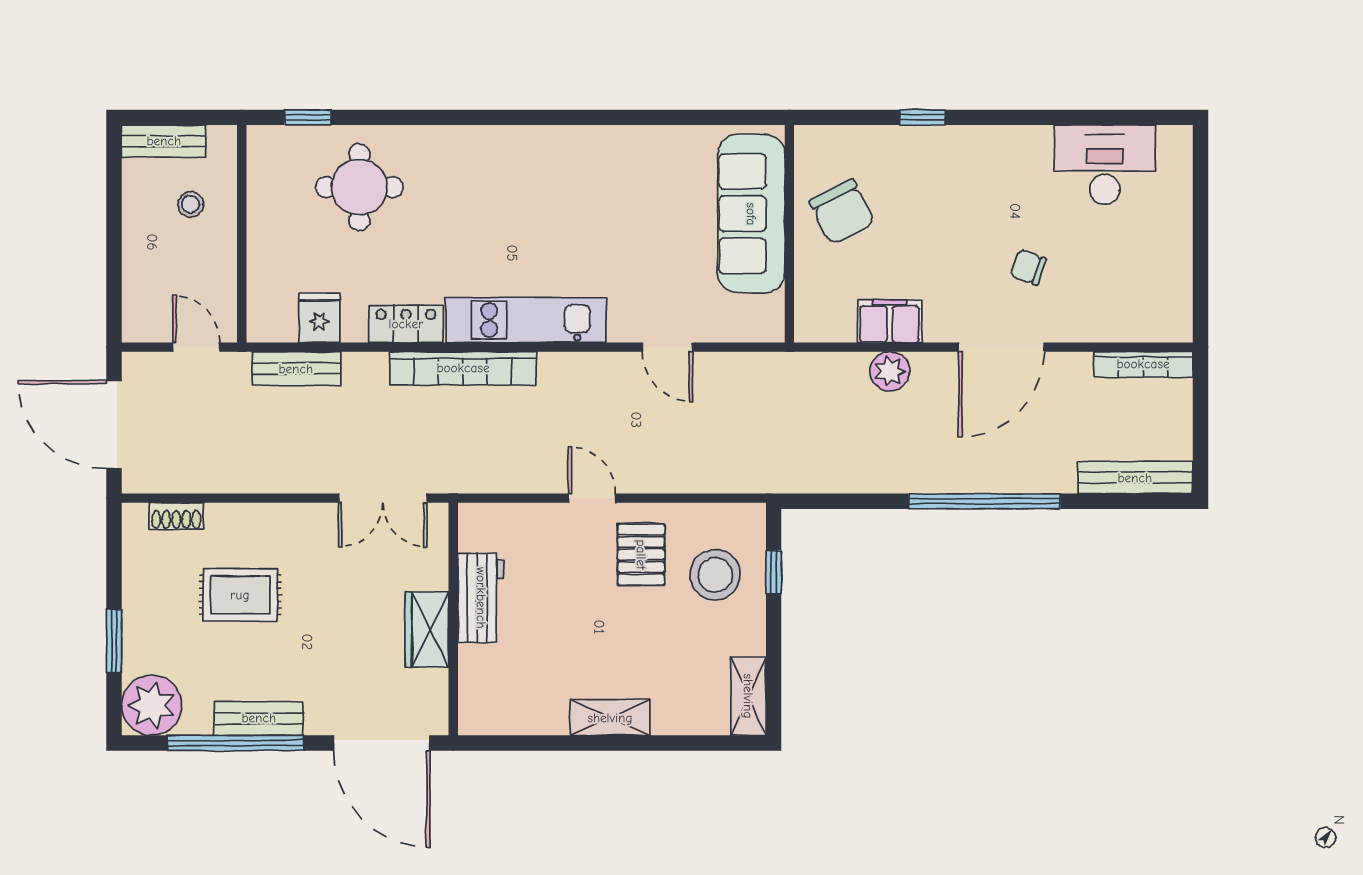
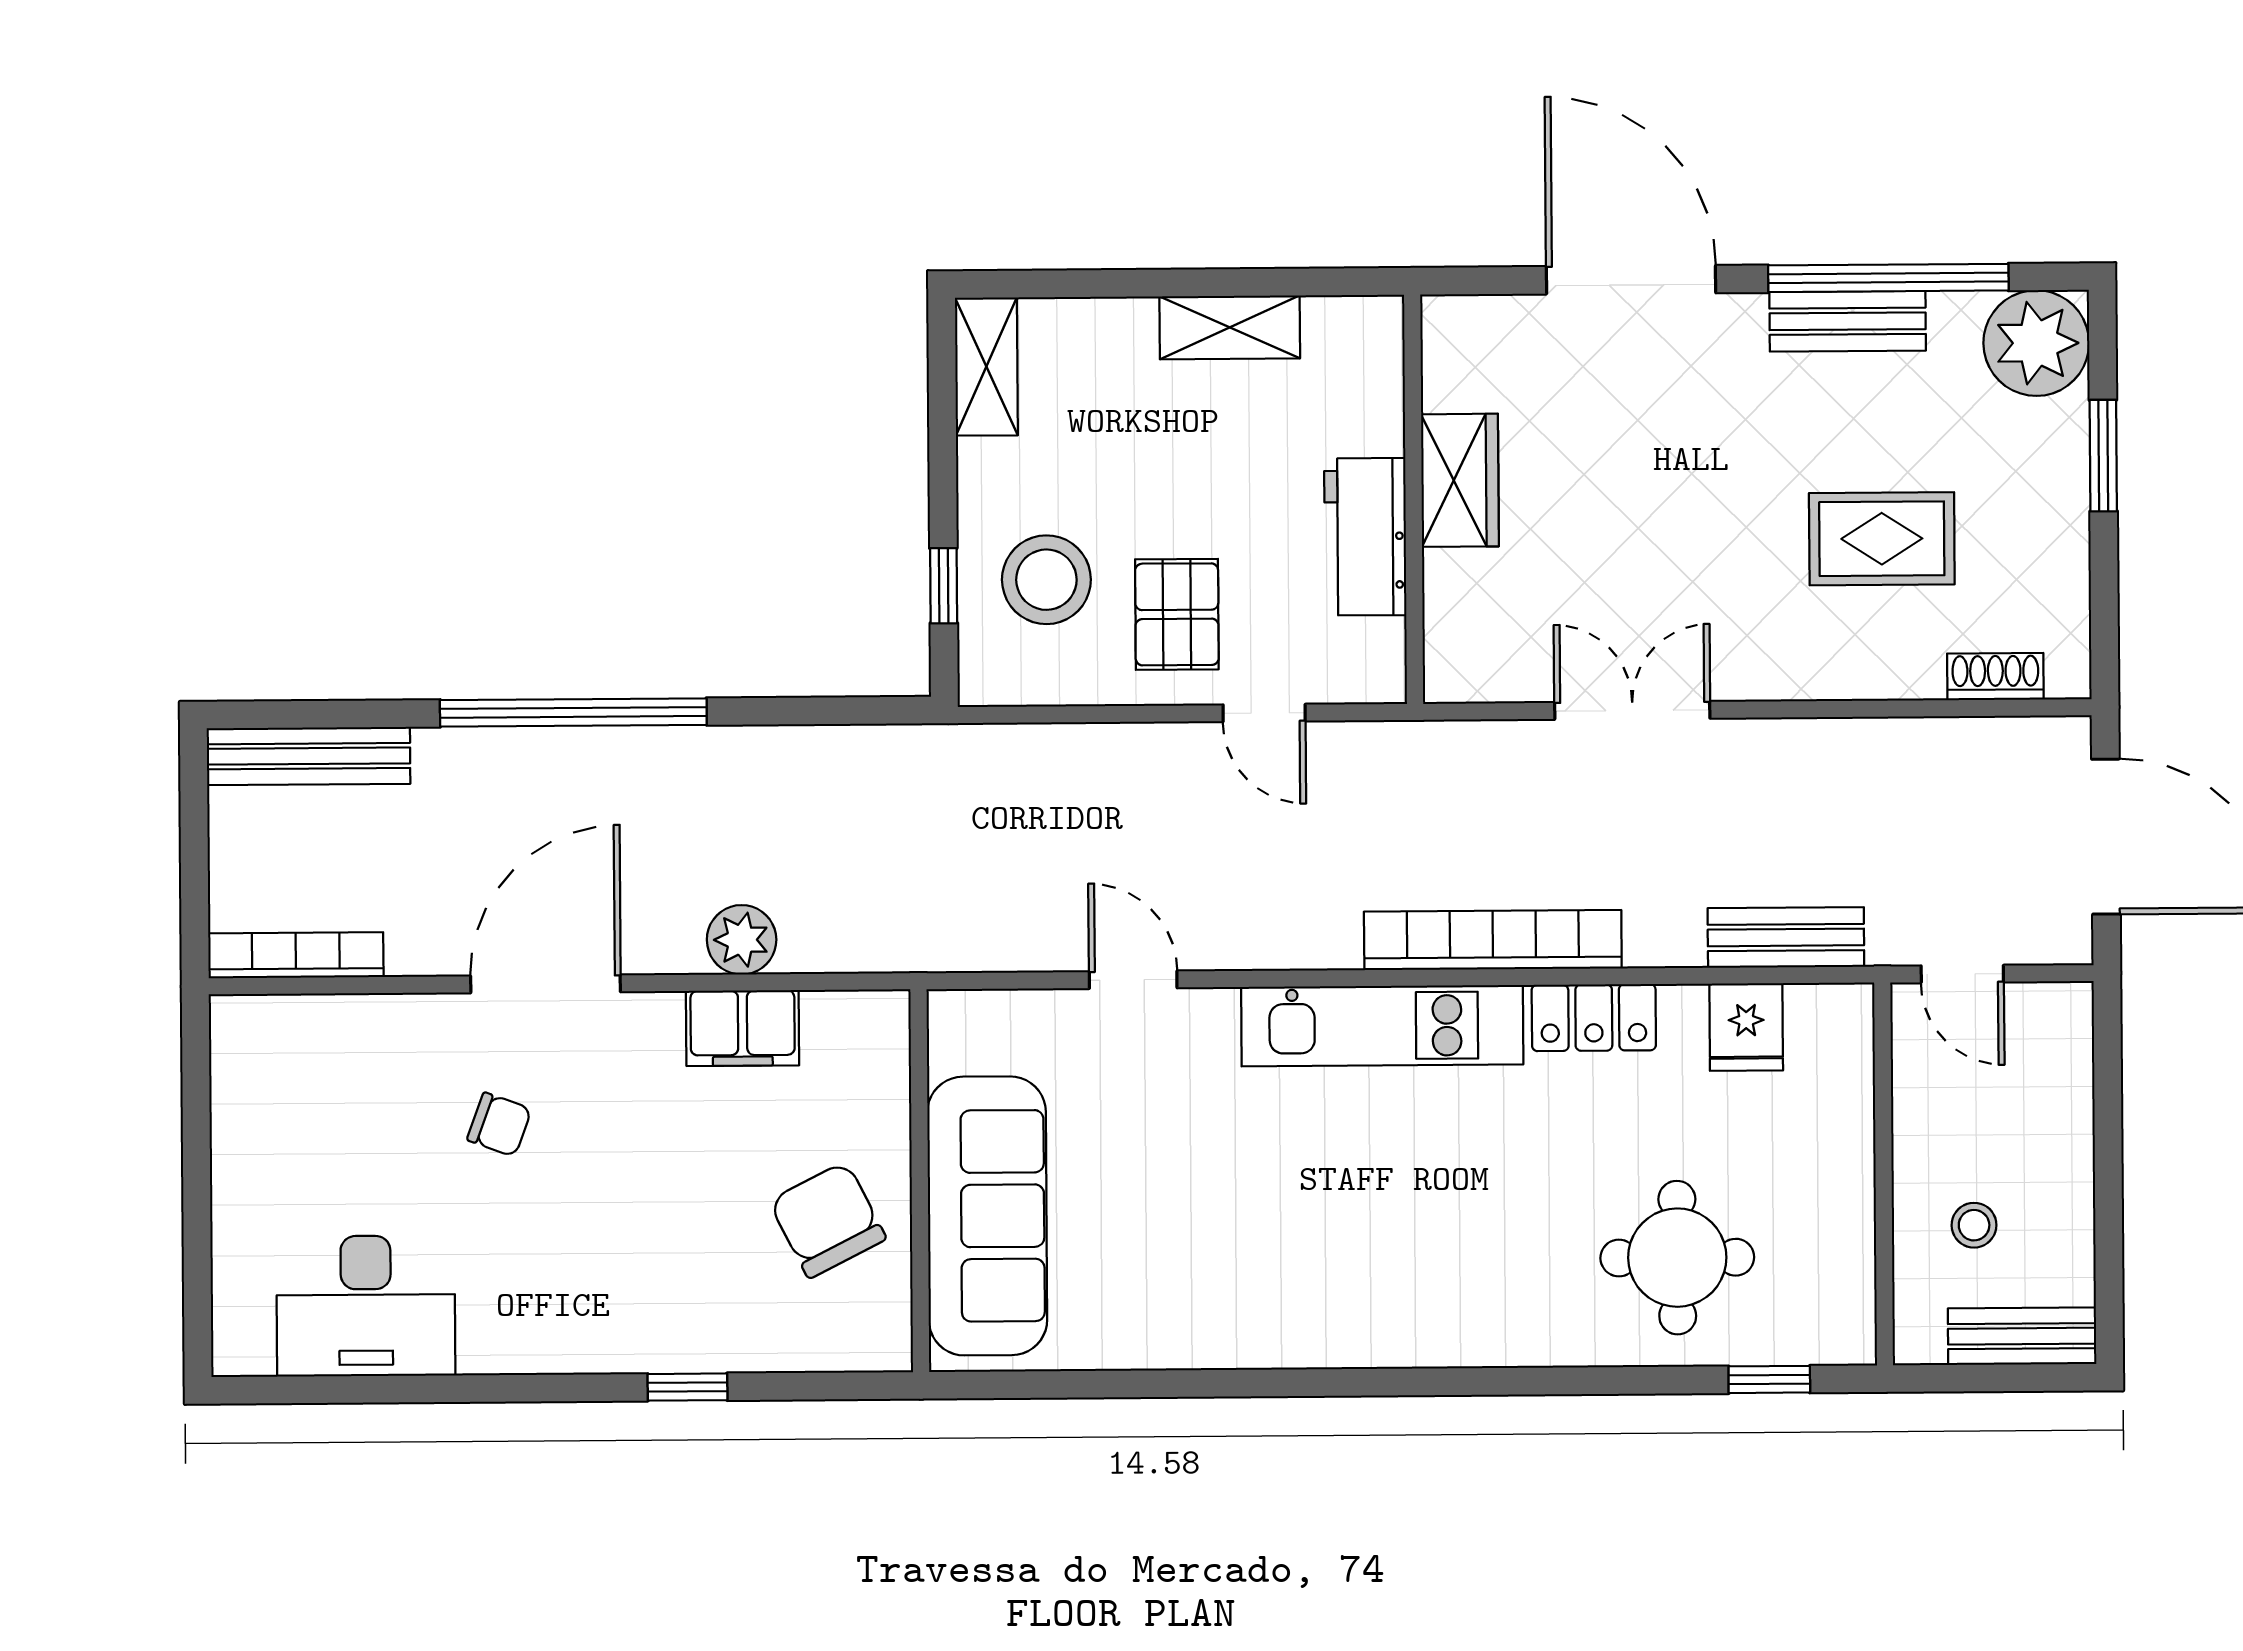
workbench: (481, 598) -> (1365, 537), moved
wall: (453, 619) -> (1414, 499), moved
wardrobe: (427, 630) -> (1460, 480), moved

